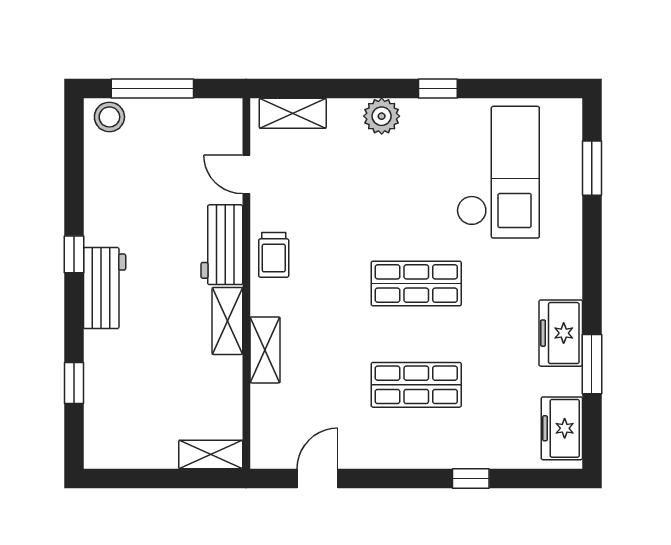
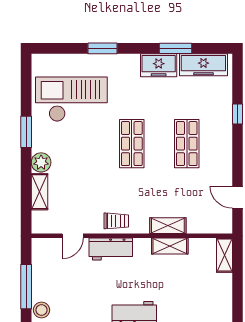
window: (438, 89) -> (26, 132), width x1.50
shelving: (293, 113) -> (39, 192), moved
window: (592, 168) -> (103, 48), moved
shelving: (227, 321) -> (170, 246), moved
freezer: (562, 428) -> (203, 65), width x1.40

